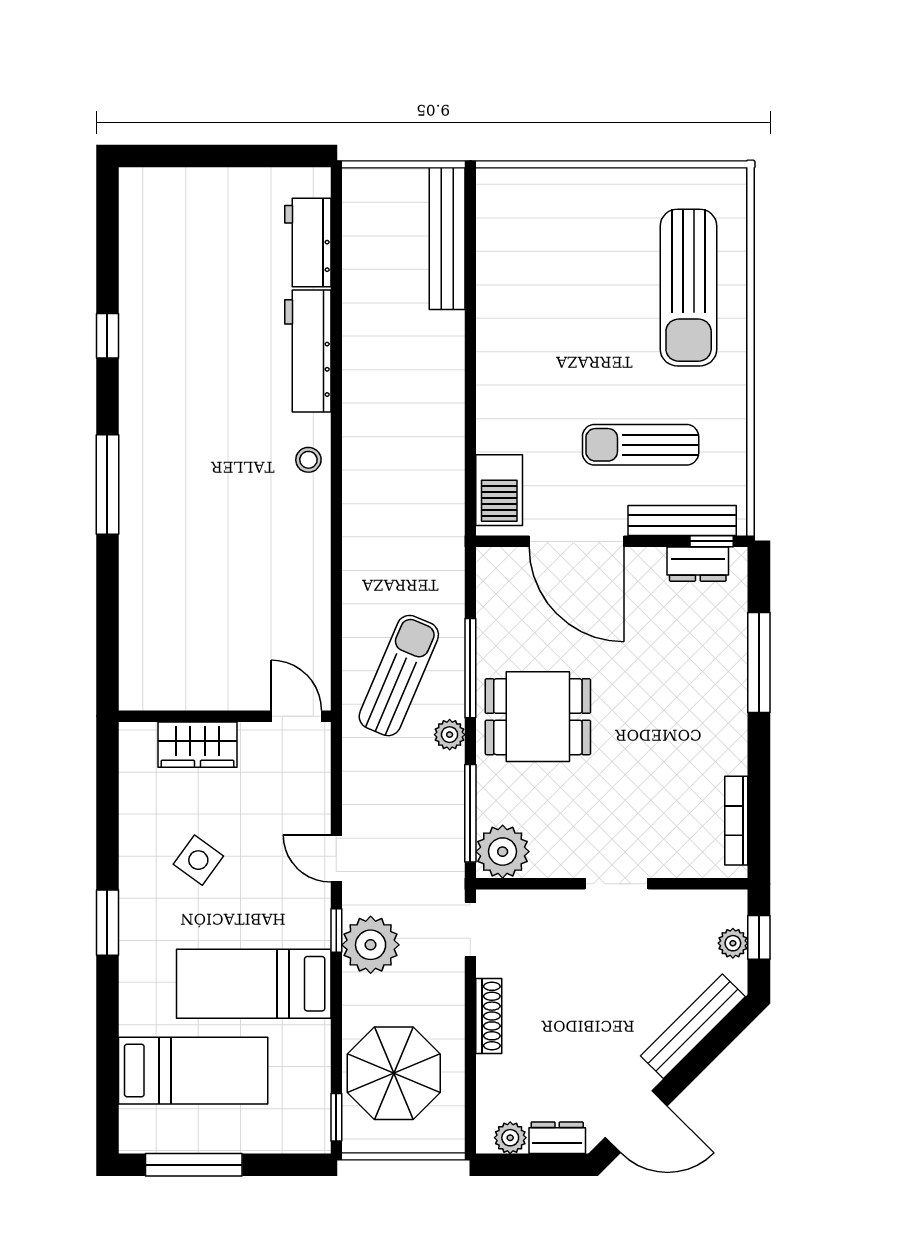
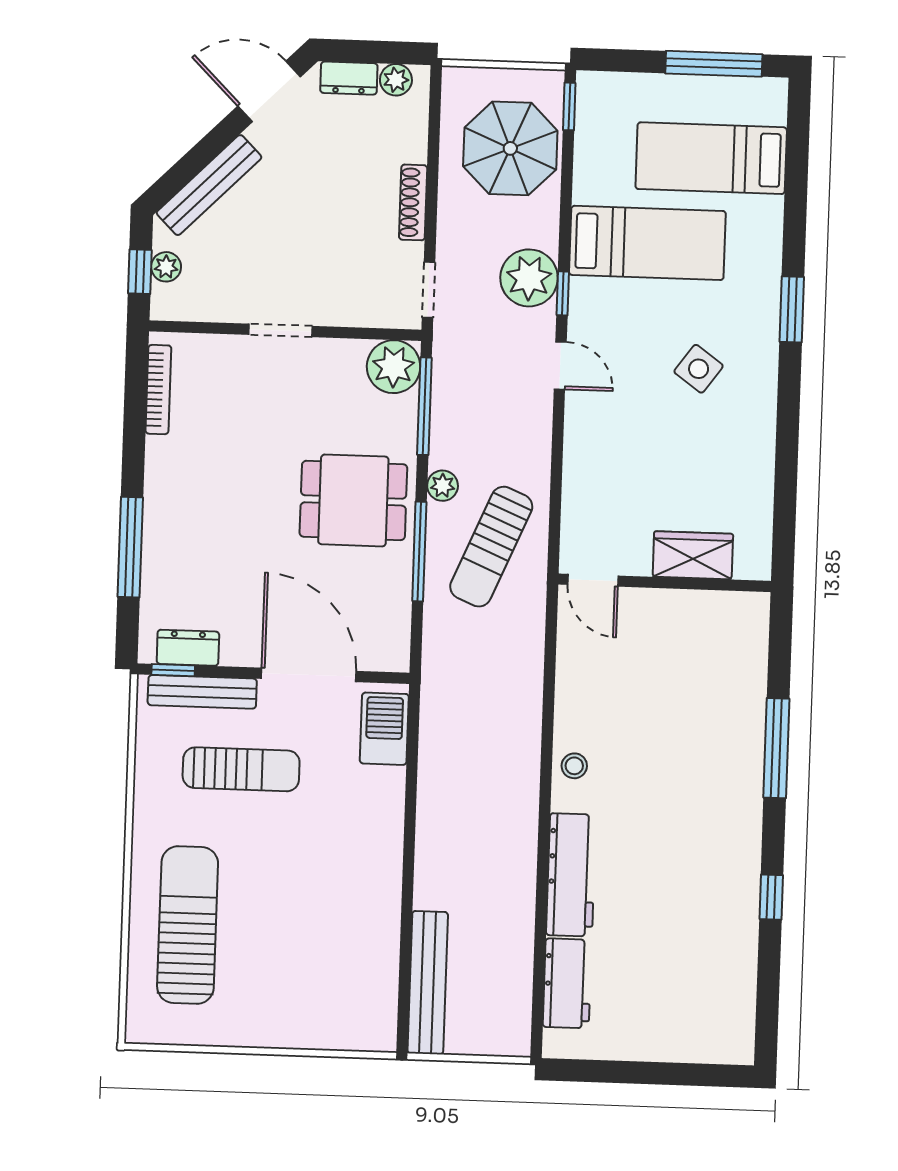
wall: (225, 716) -> (665, 583), moved
door: (296, 716) -> (593, 580), moved
wardrobe: (197, 745) -> (693, 555), moved

